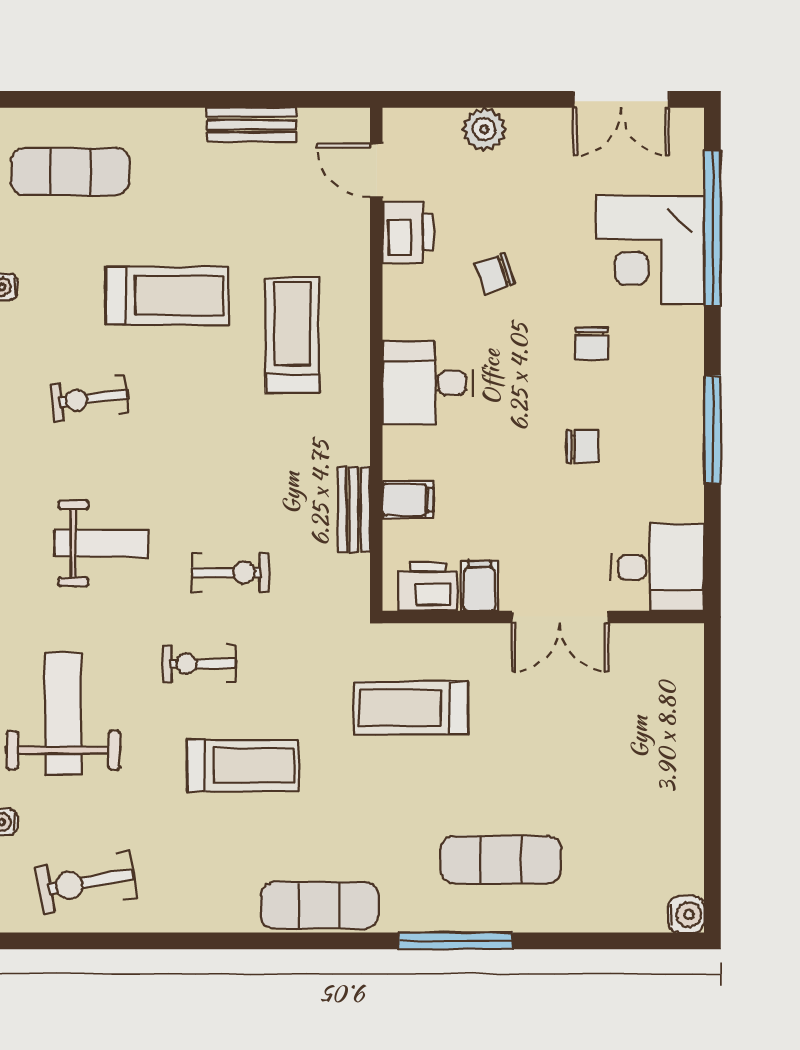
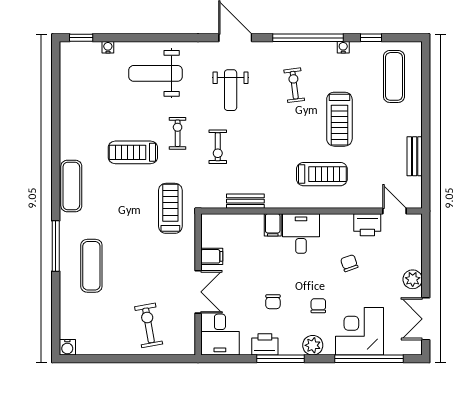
plant: (484, 129) -> (413, 279), moved
door: (376, 170) -> (395, 211), hinge flipped
chair: (592, 344) -> (318, 306), turned 90
plant: (682, 356) -> (313, 345), added
filing cabinet: (408, 500) -> (273, 225), moved
printer: (428, 586) -> (265, 344), moved, turned -90
double door: (560, 617) -> (198, 292), swing flipped
treadmill: (411, 708) -> (170, 208), moved
weight bench: (63, 714) -> (156, 73), turned 180
treadmill: (243, 765) -> (133, 152), turned 90
exercise bike: (86, 882) -> (149, 325), moved

